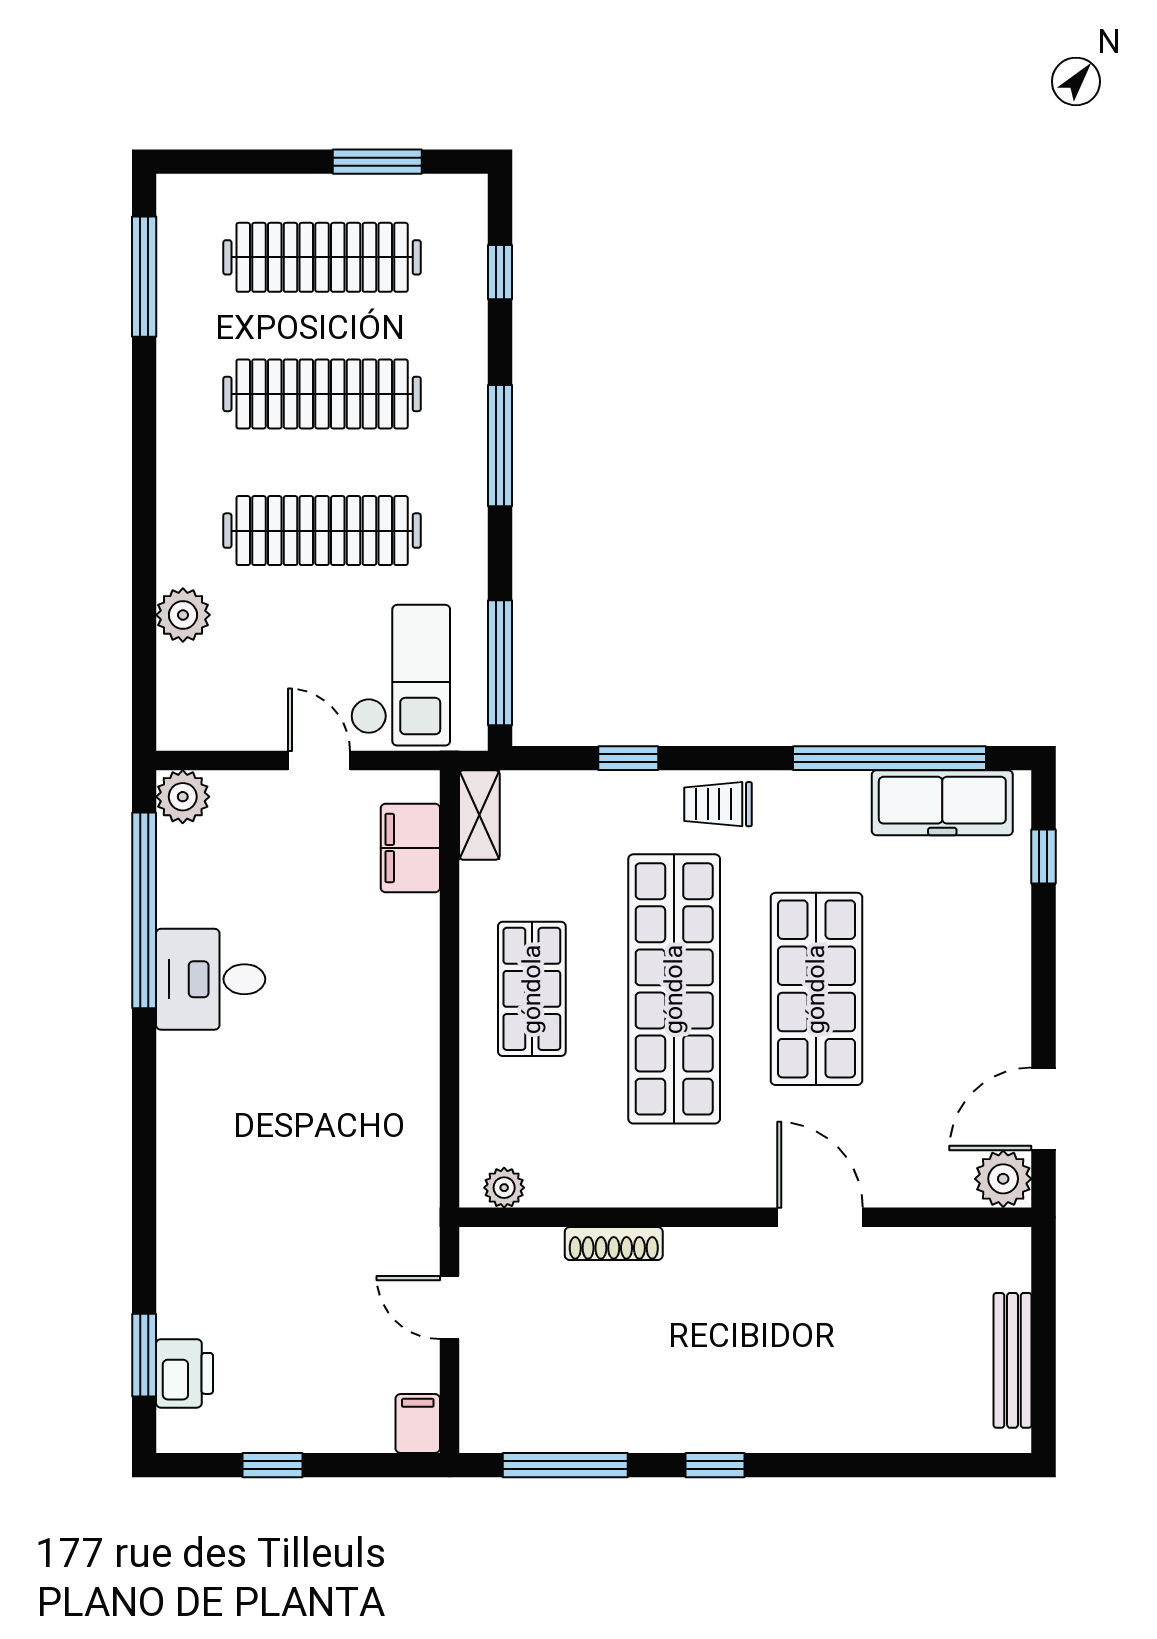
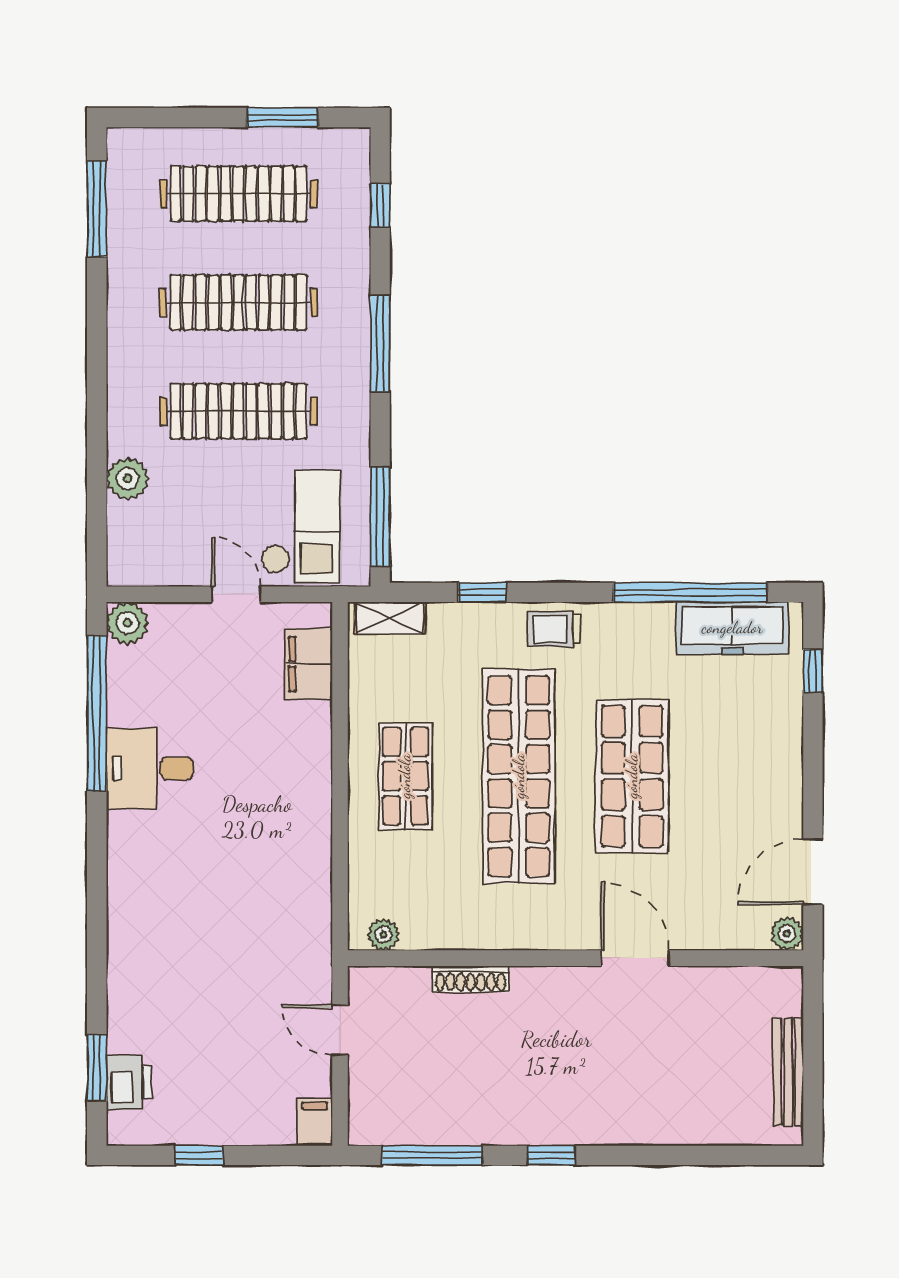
shelving: (479, 815) -> (390, 618), moved, turned 90
plant: (1003, 1179) -> (787, 934), width x0.73, depth x0.73

